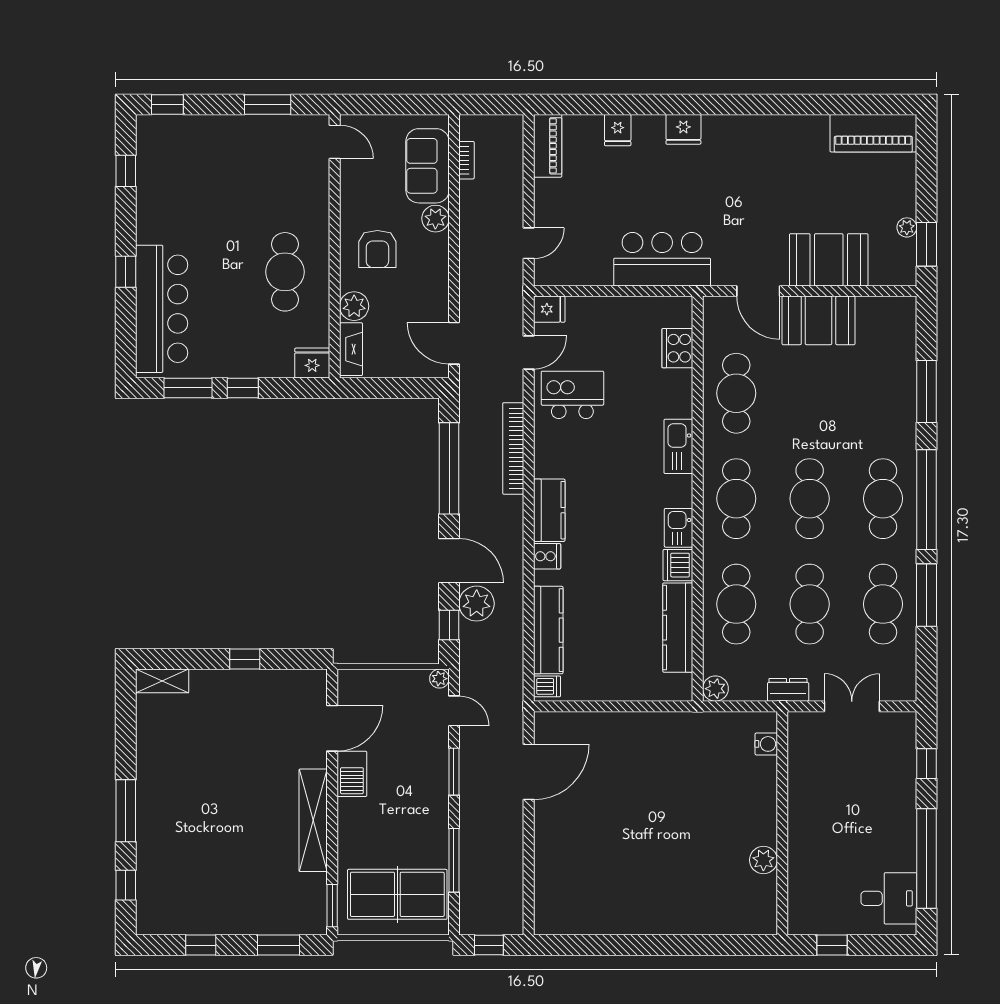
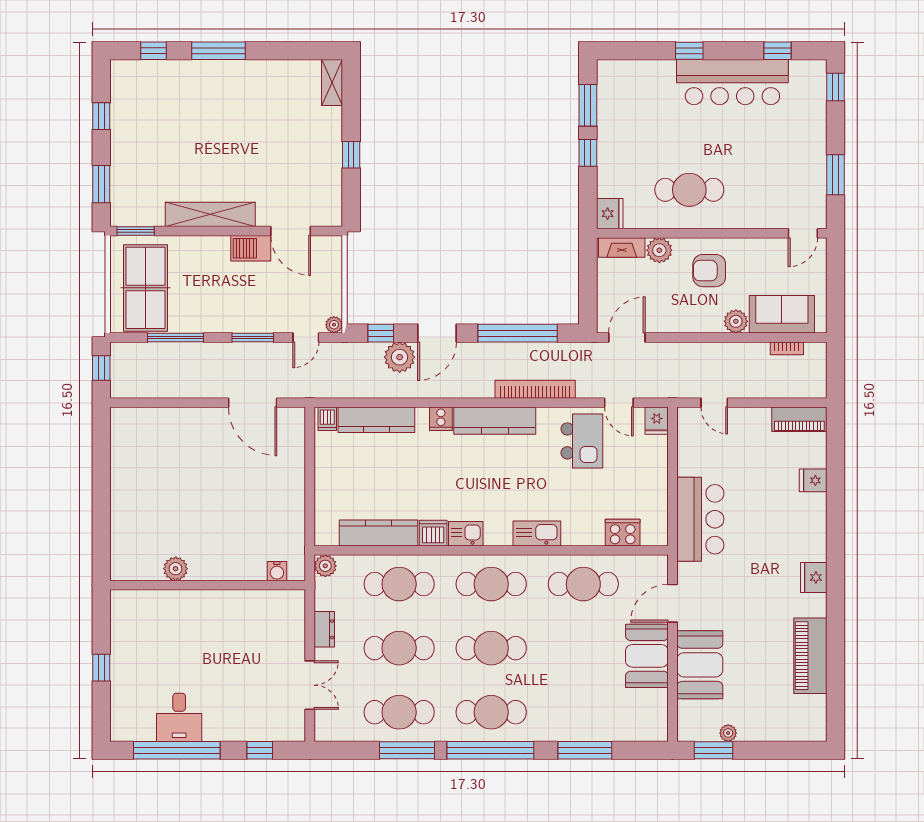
fridge: (683, 129) -> (814, 577), moved
piano: (873, 133) -> (810, 656), moved
bar counter: (162, 309) -> (732, 82), moved
kitchen counter: (549, 510) -> (495, 421), width x1.50
water cooler: (766, 744) -> (277, 571), moved
wall: (782, 823) -> (208, 585), moved
plant: (763, 860) -> (176, 569), moved
desk: (889, 898) -> (179, 717), moved

